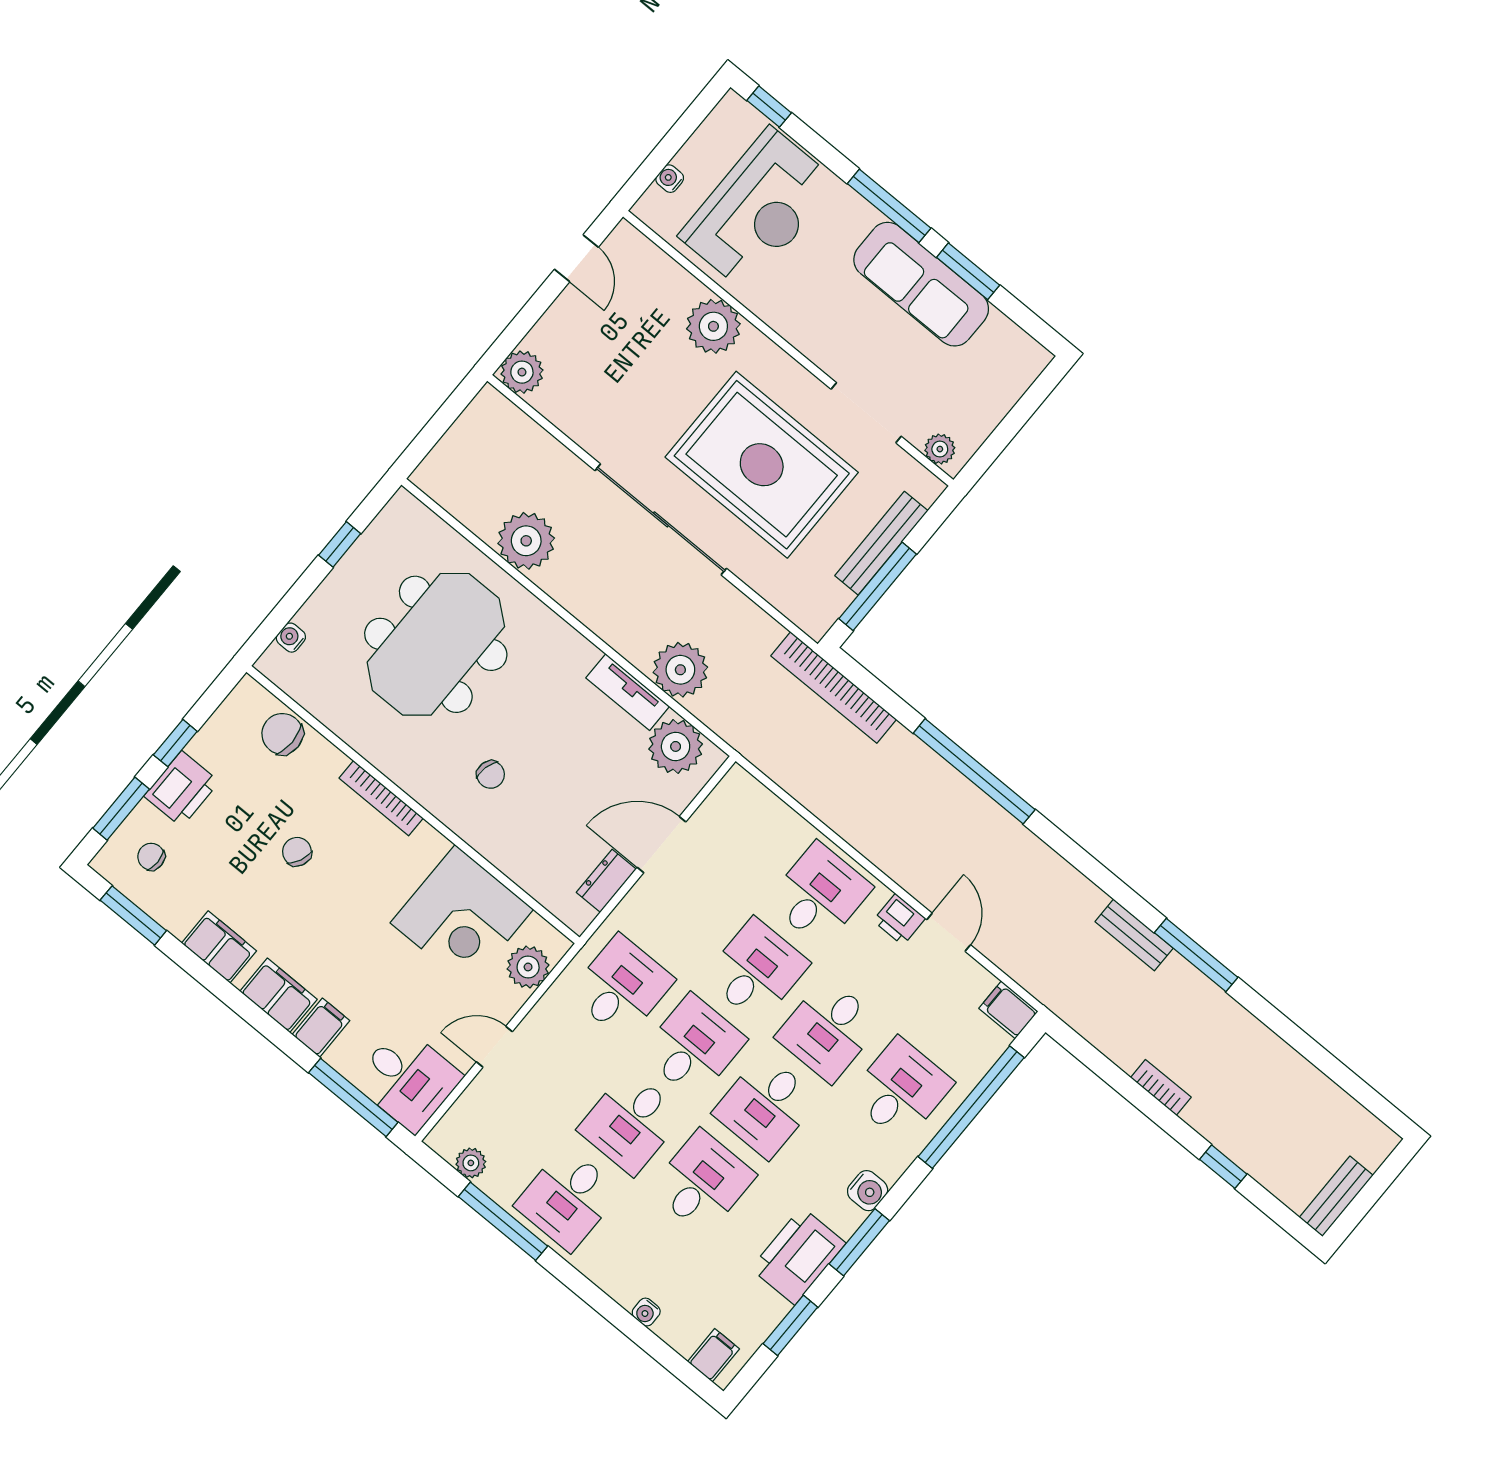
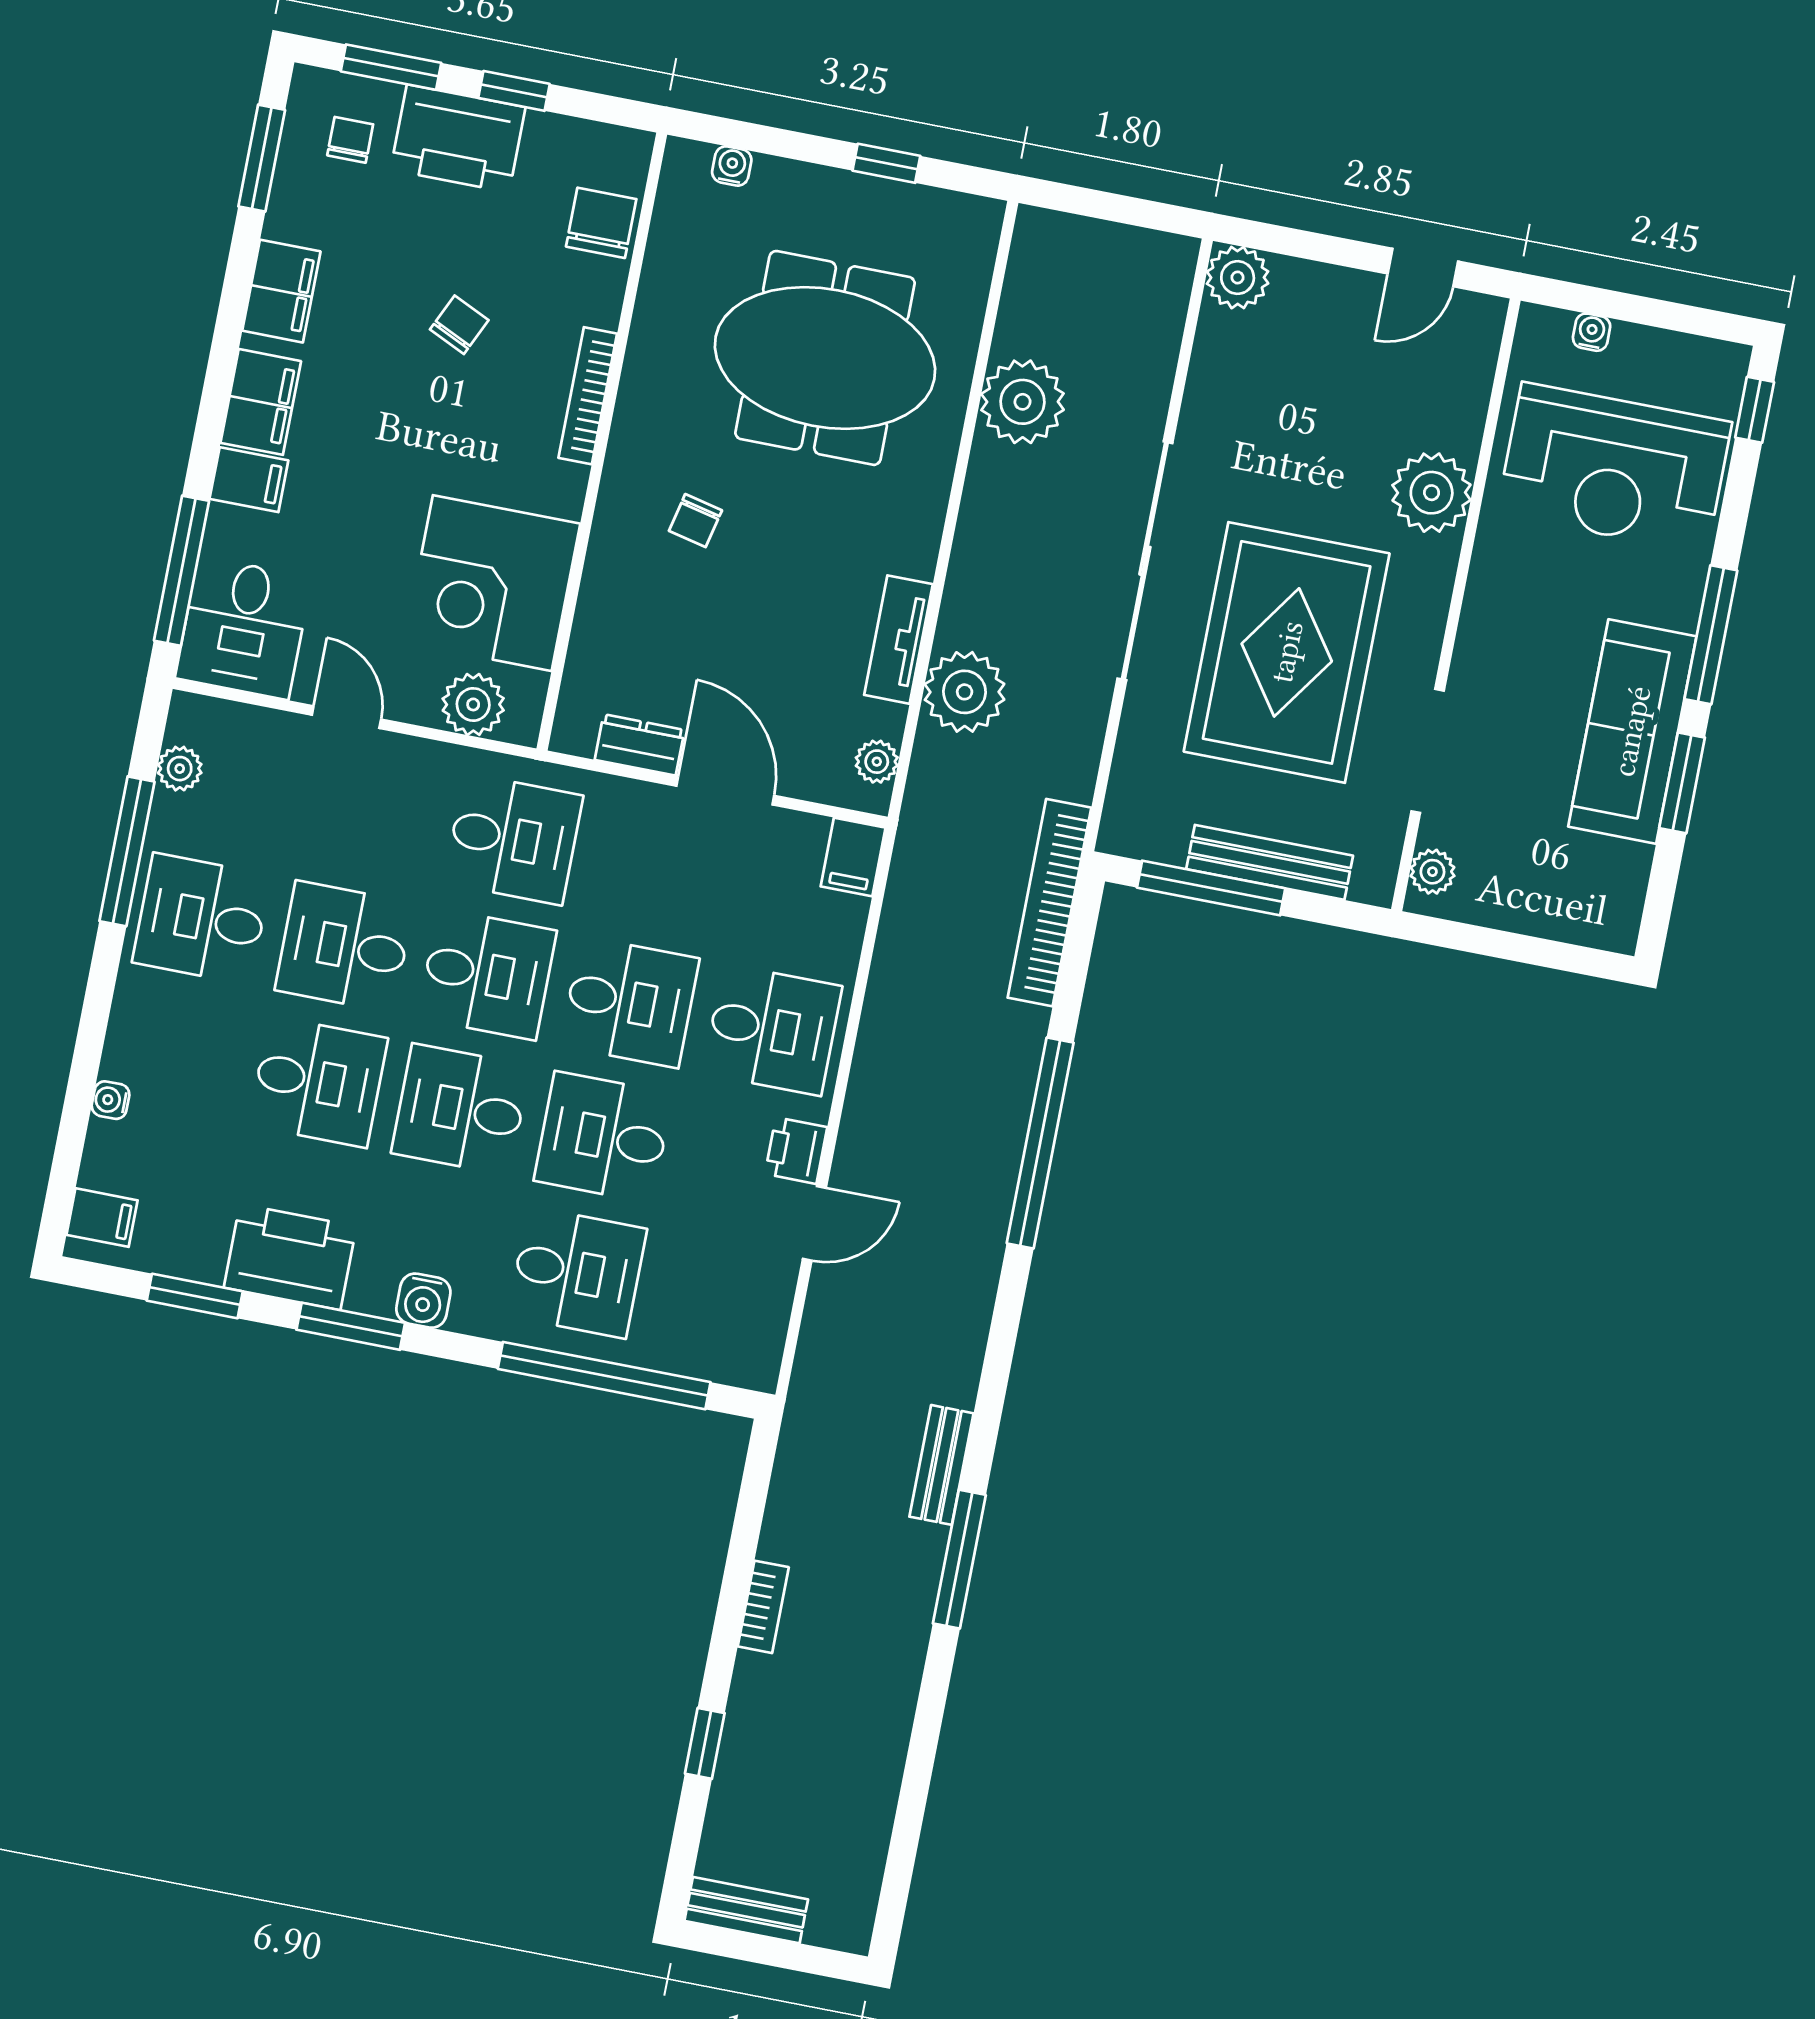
plant: (676, 746) -> (877, 762), width x0.53, depth x0.53
printer: (182, 789) -> (458, 138), width x1.37, depth x1.19
filing cabinet: (1008, 1010) -> (853, 857), moved, turned 180

